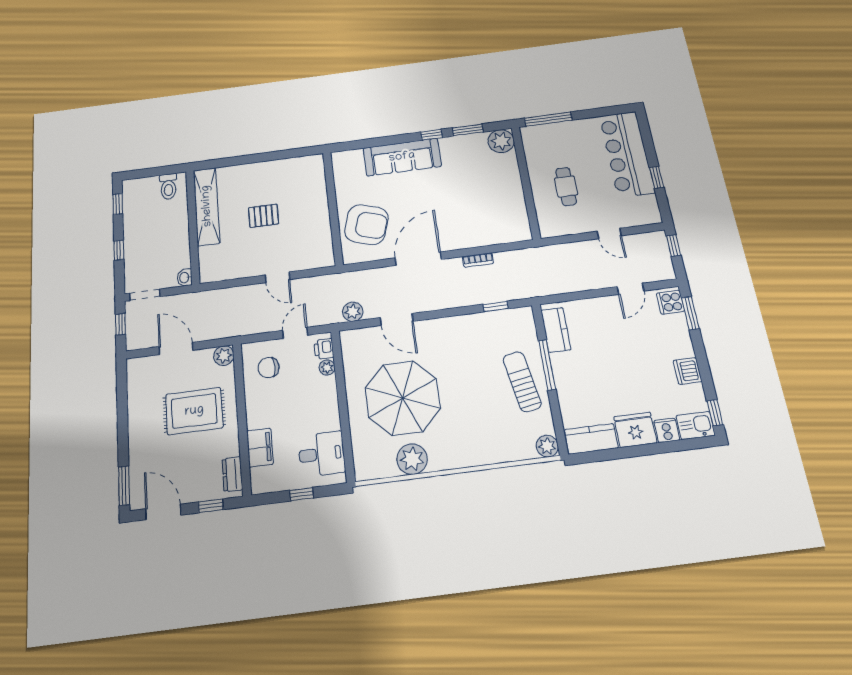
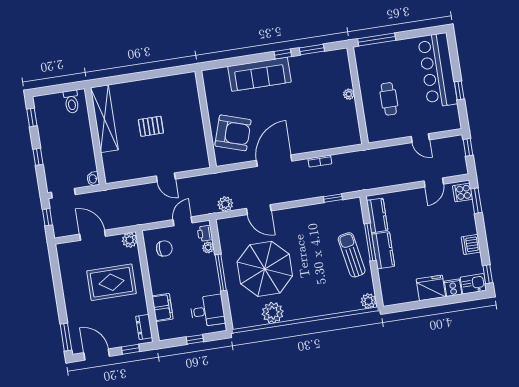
plant: (501, 141) -> (349, 94), moved, width x0.53, depth x0.53
chair: (269, 368) -> (164, 248), turned 180
window: (342, 402) -> (221, 273), added
kitchen counter: (591, 439) -> (383, 250), moved, turned 90

